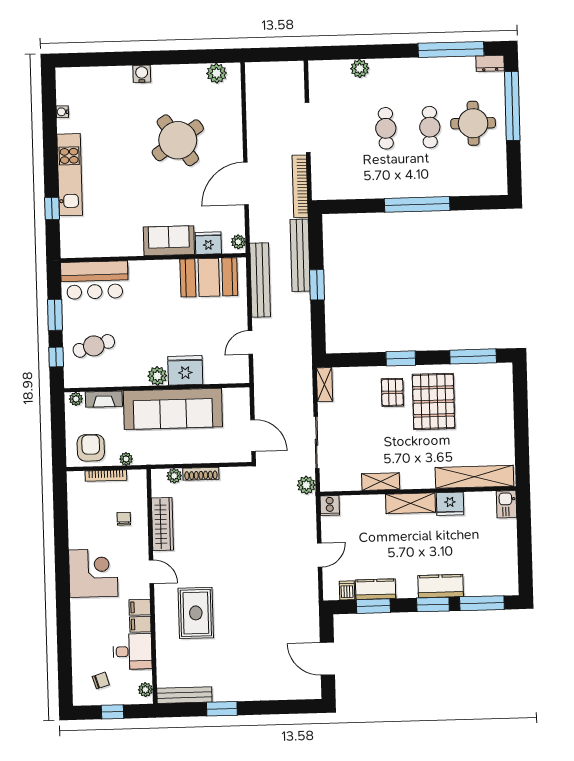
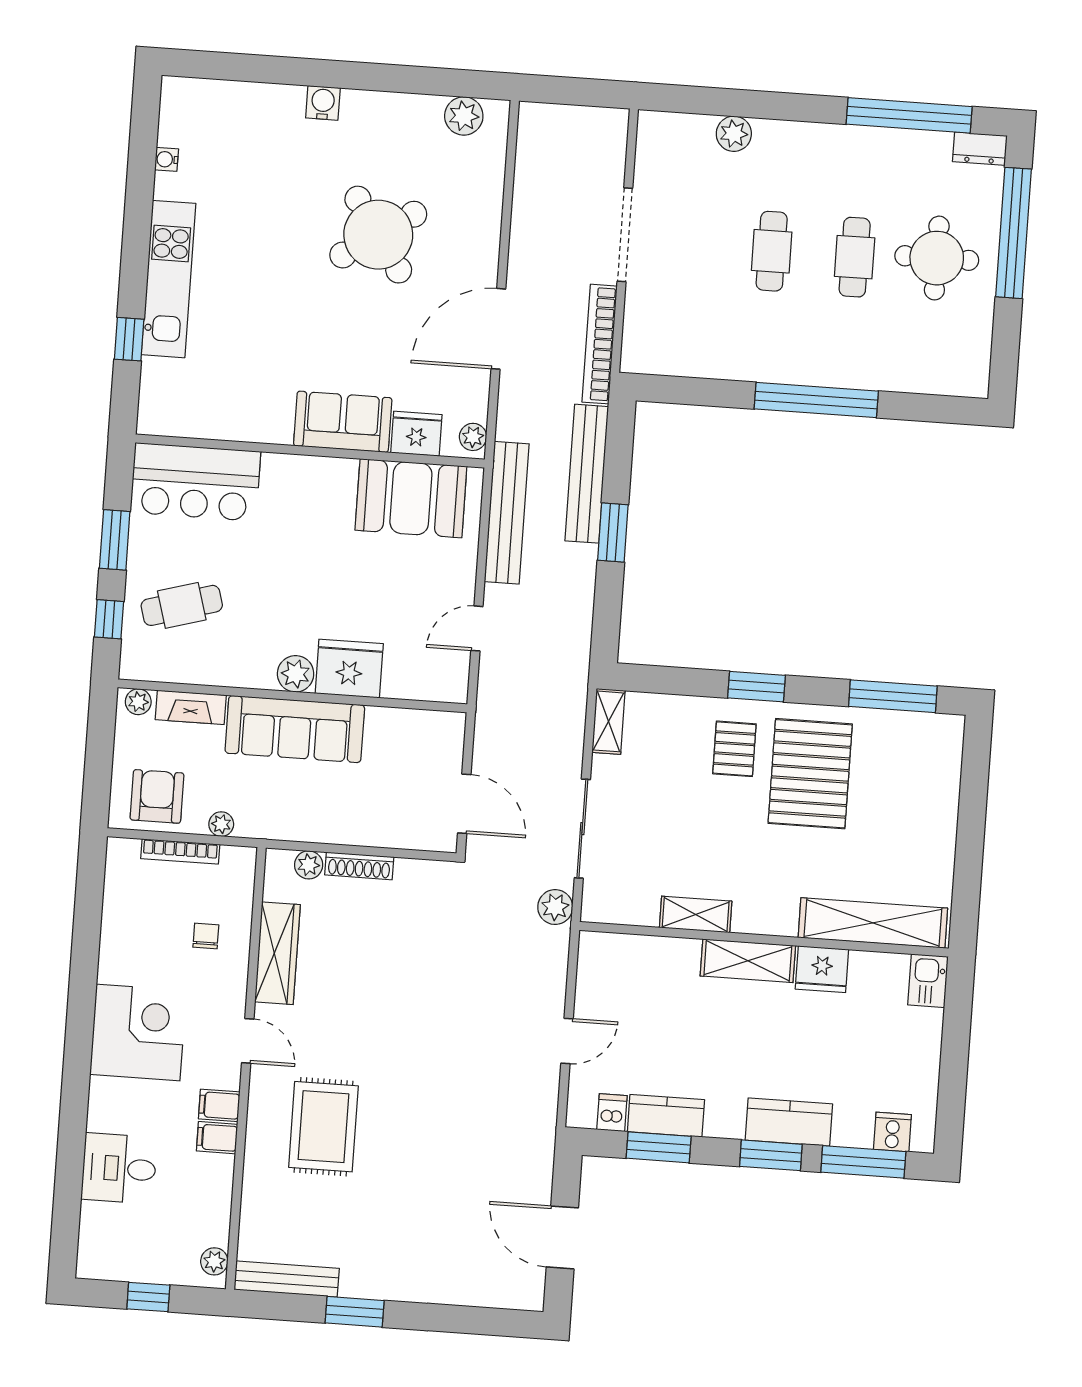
sofa: (173, 409) -> (295, 729), width x0.74, depth x0.79
cooker: (330, 506) -> (892, 1132), moved, turned 180
desk: (132, 651) -> (119, 1168), moved, turned 180
chair: (101, 681) -> (132, 1236), removed

